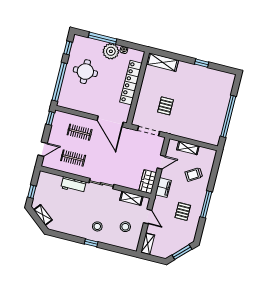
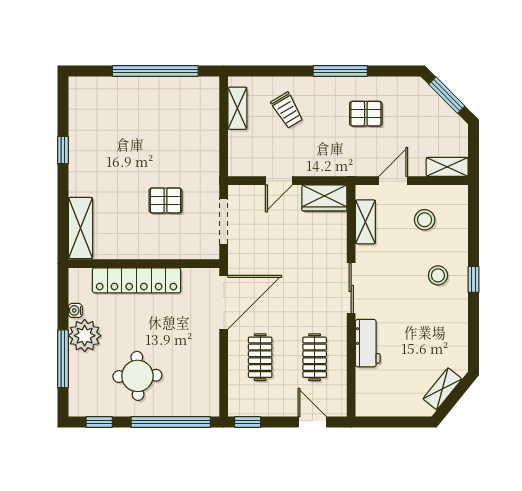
shelving: (188, 148) -> (237, 108), moved
door: (161, 162) -> (279, 181), swing flipped
filing cabinet: (163, 188) -> (328, 164), removed
window: (32, 192) -> (402, 422), removed

